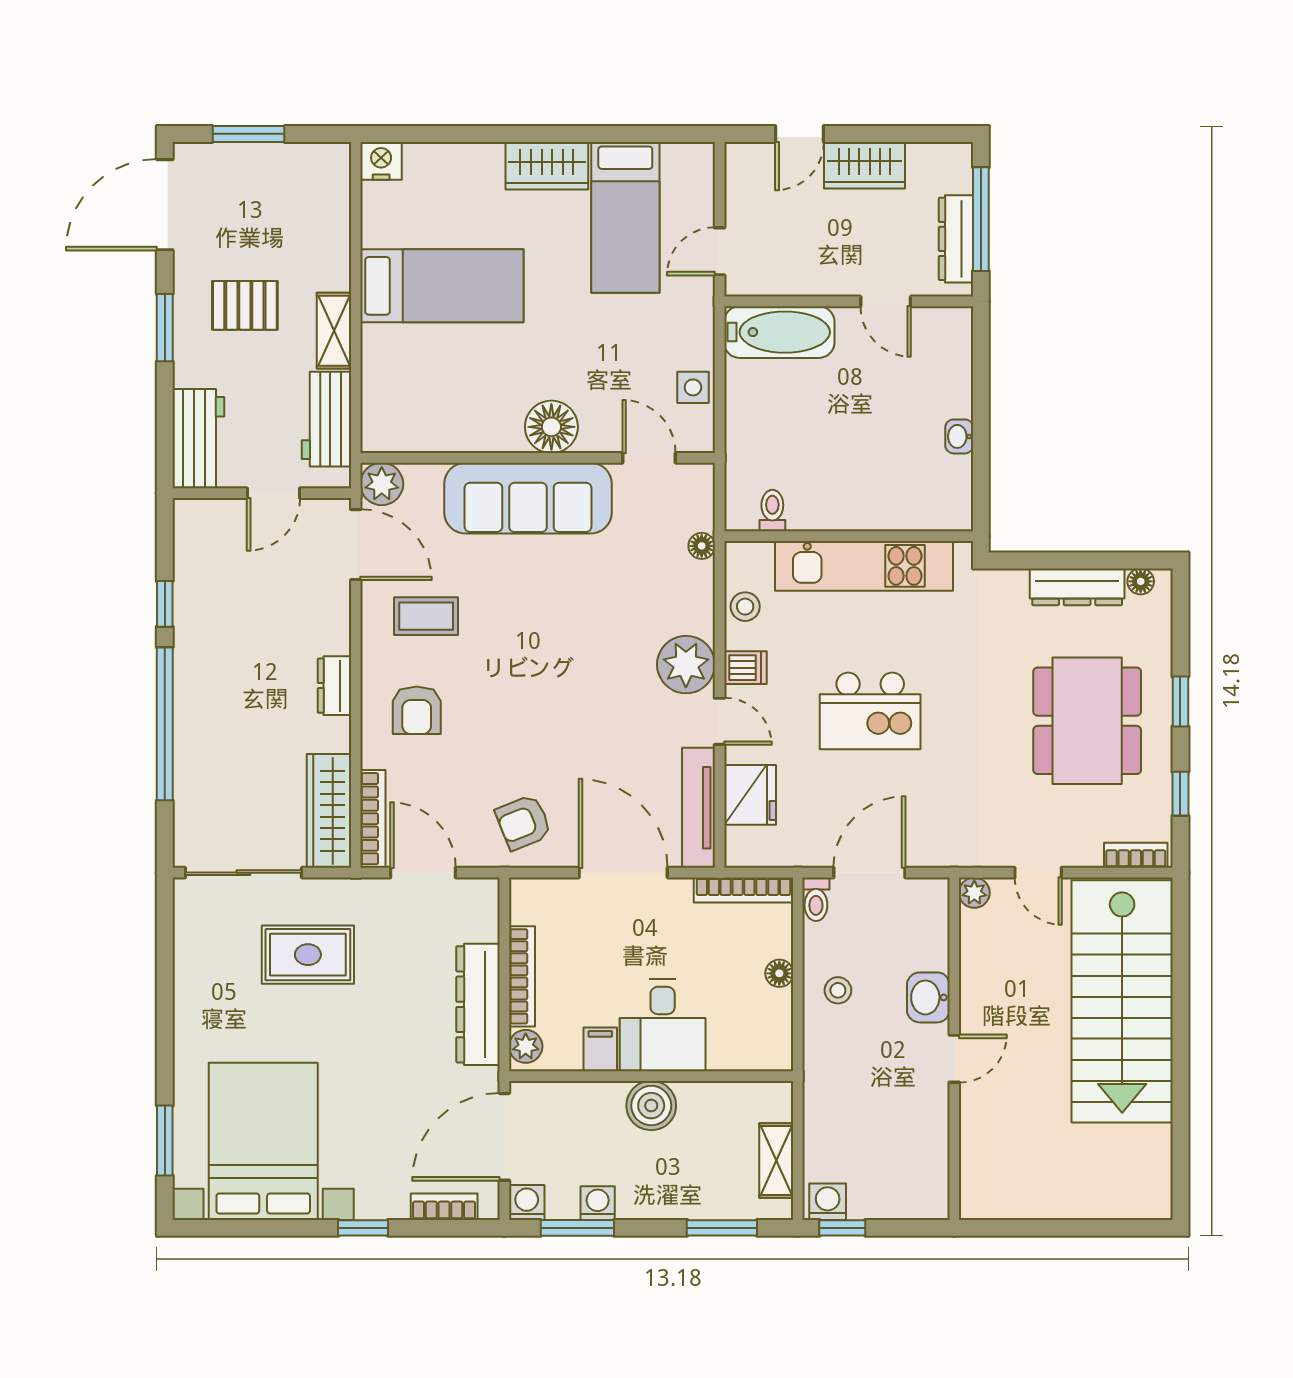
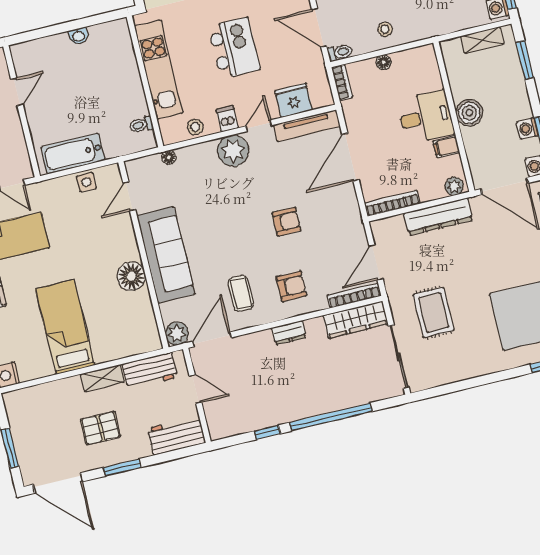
pallet: (245, 305) -> (100, 428), turned 90
bathtub: (779, 332) -> (73, 154), moved, turned -90
floor lamp: (551, 427) -> (131, 276), moved
armchair: (523, 822) -> (287, 222), moved, turned -68
bookcase: (744, 890) -> (342, 82), width x0.64
bookcase: (522, 976) -> (392, 203), moved

